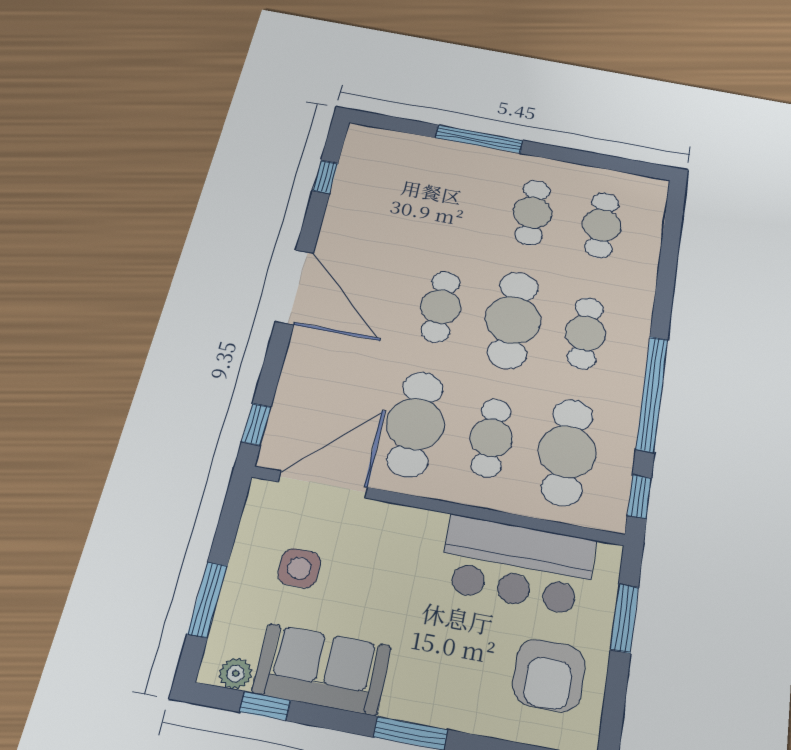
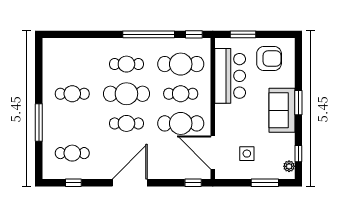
cafe table: (602, 225) -> (72, 153), moved
sofa: (322, 669) -> (282, 110), moved

